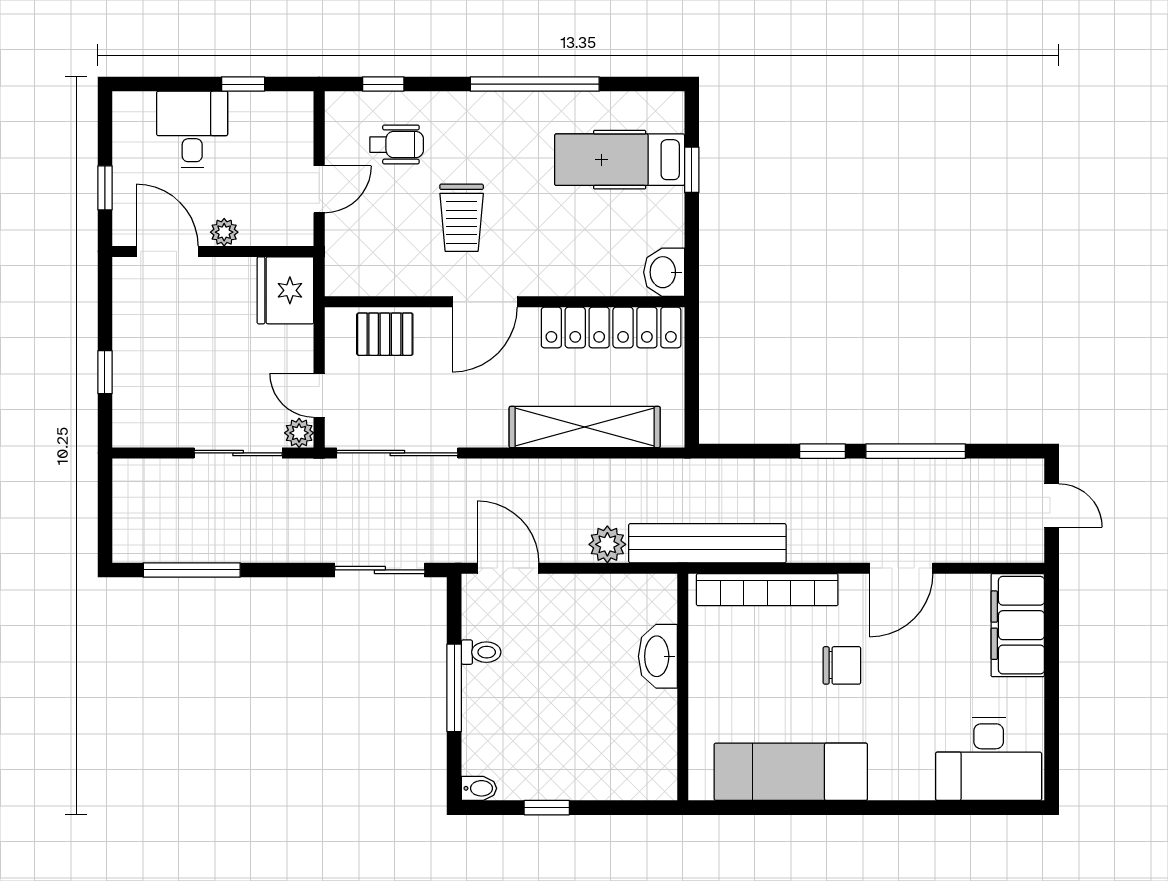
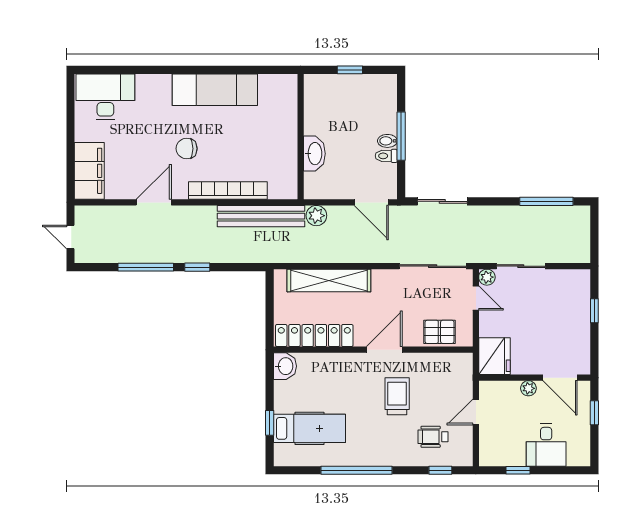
washbasin: (658, 656) -> (314, 154), moved
wall: (683, 687) -> (301, 137), moved
bidet: (479, 788) -> (387, 141), moved

